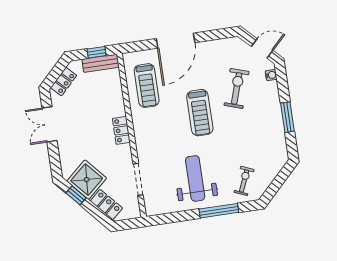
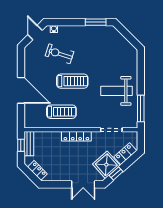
treadmill: (147, 86) -> (61, 112), moved
window: (287, 117) -> (96, 22), moved
double door: (50, 124) -> (83, 184), moved
locker: (121, 130) -> (76, 136), width x1.53
exercise bike: (244, 181) -> (123, 58), removed
window: (219, 211) -> (141, 108), moved

